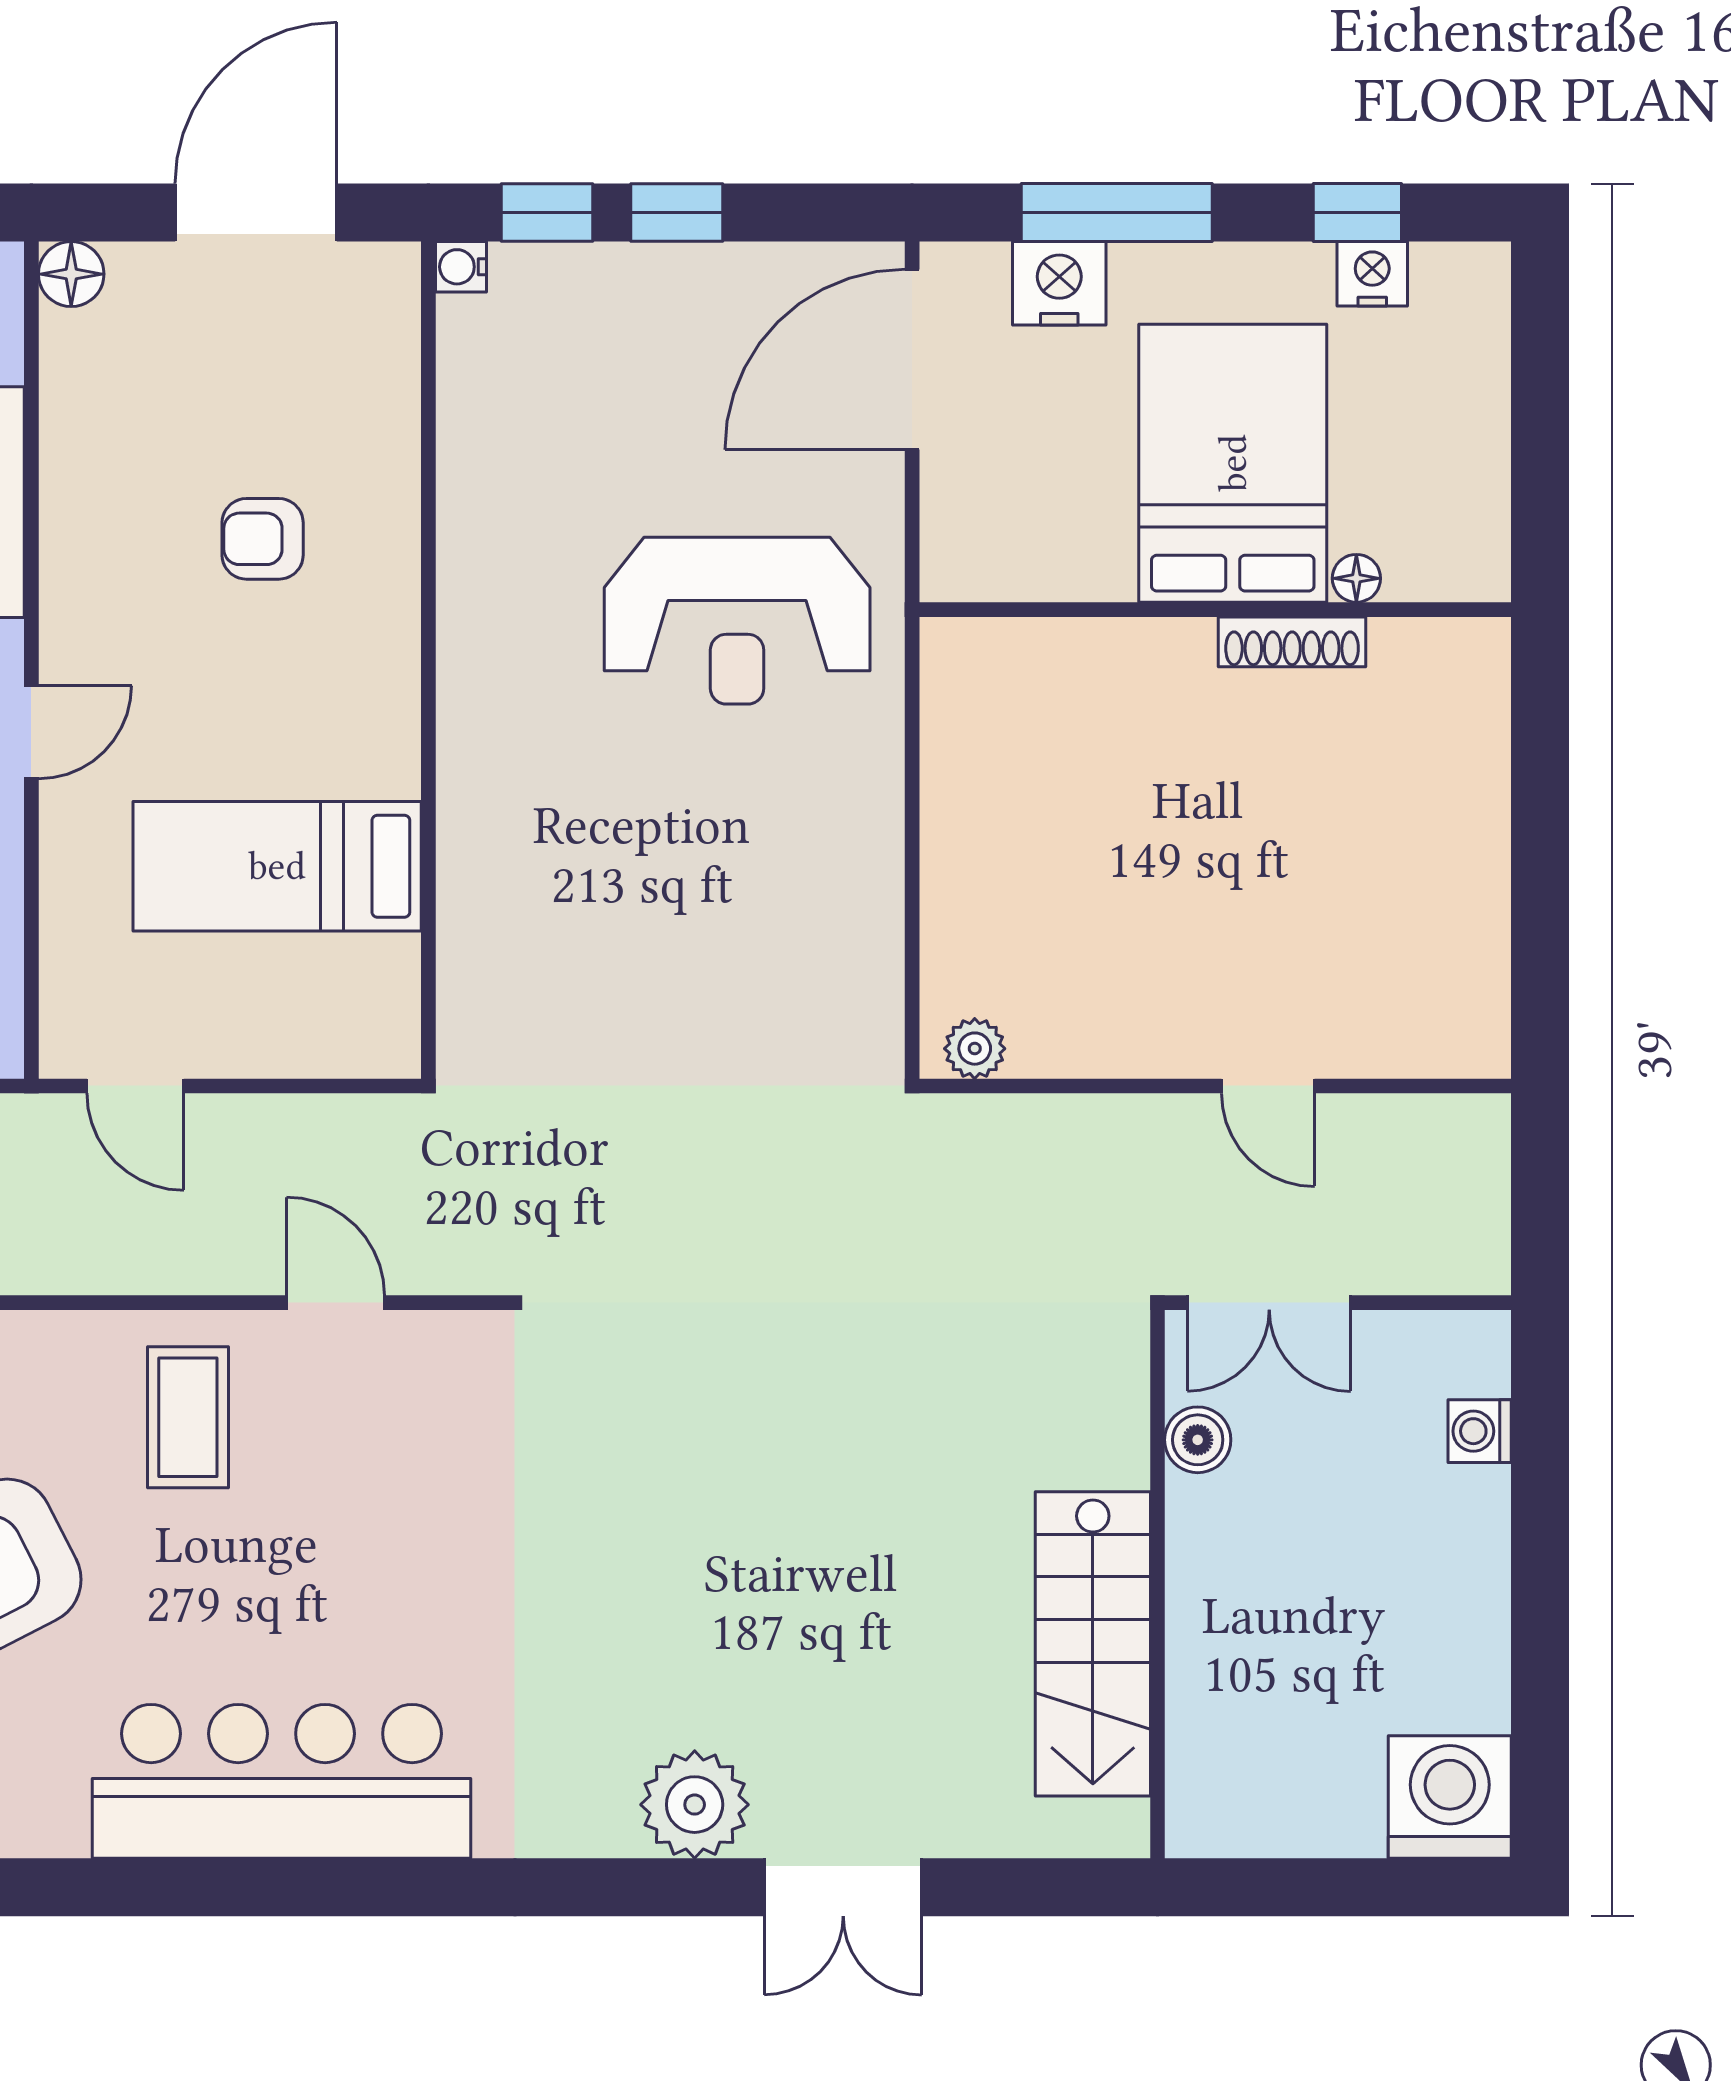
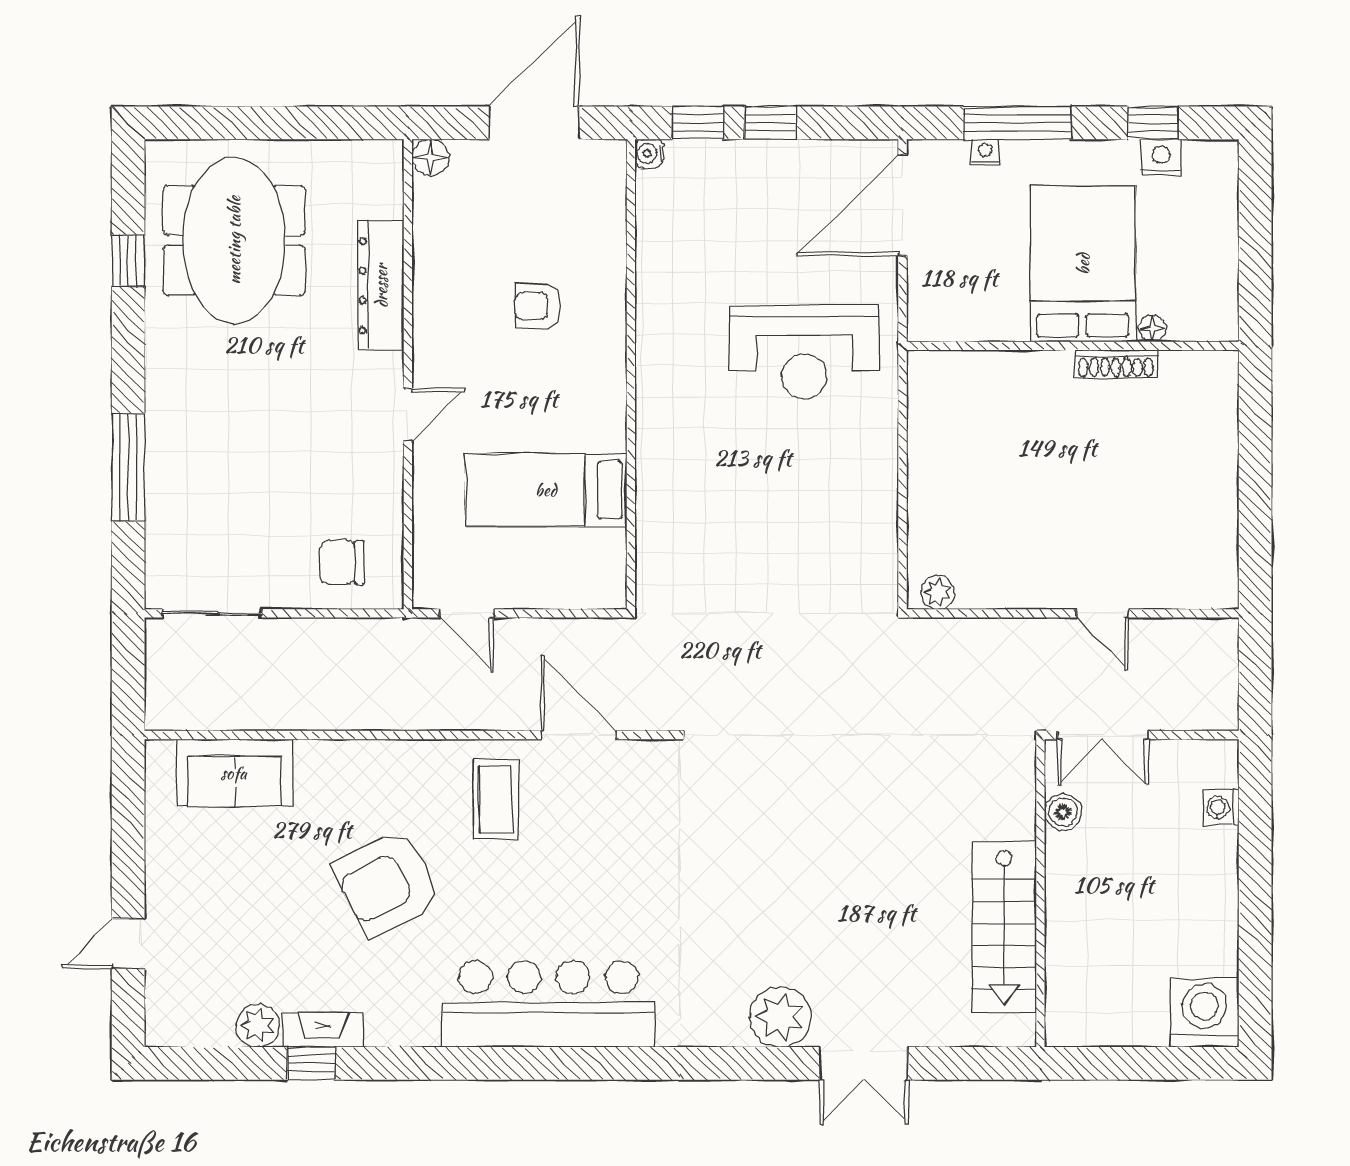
nightstand: (1059, 283) -> (985, 152), width x0.53, depth x0.56
door: (336, 1303) -> (579, 735), width x1.38

